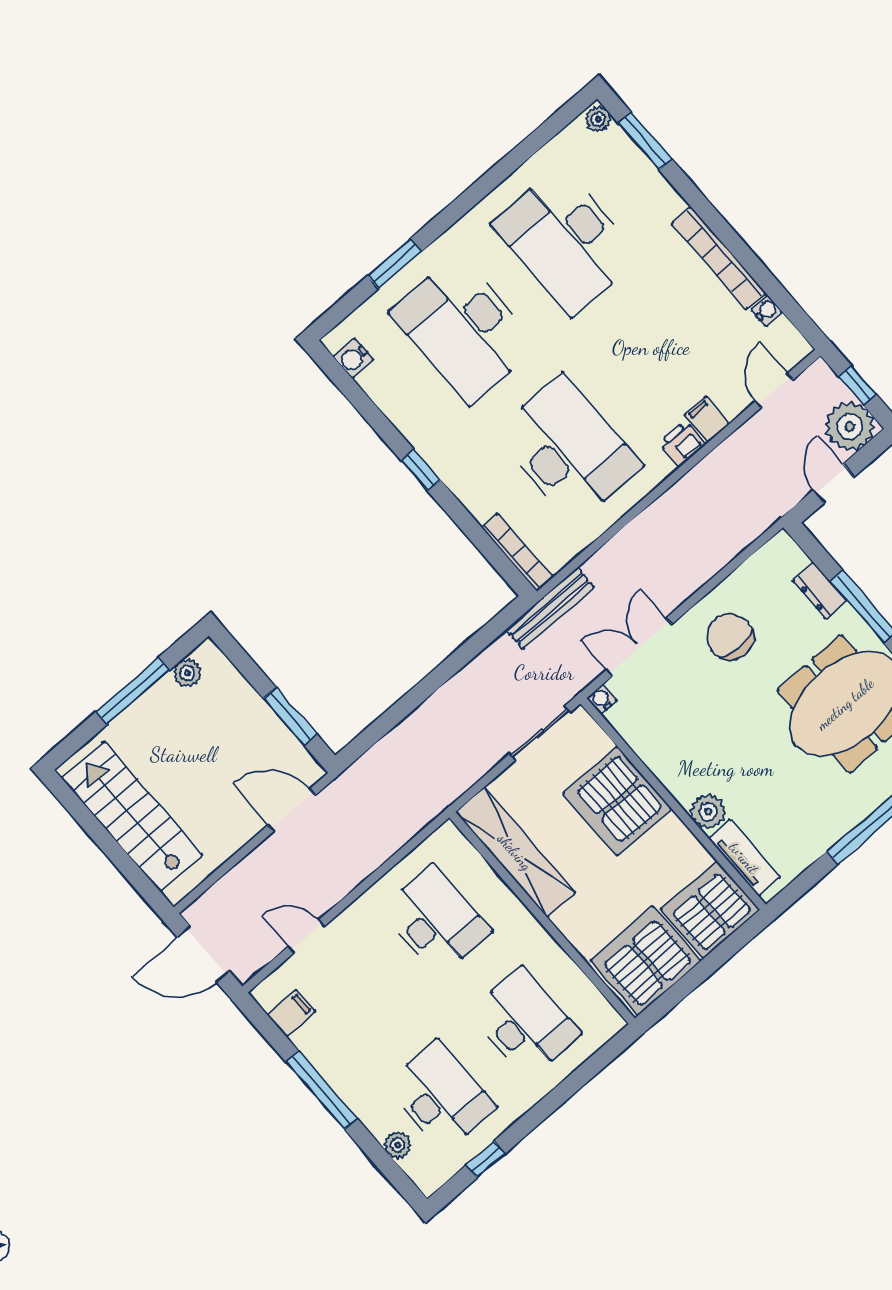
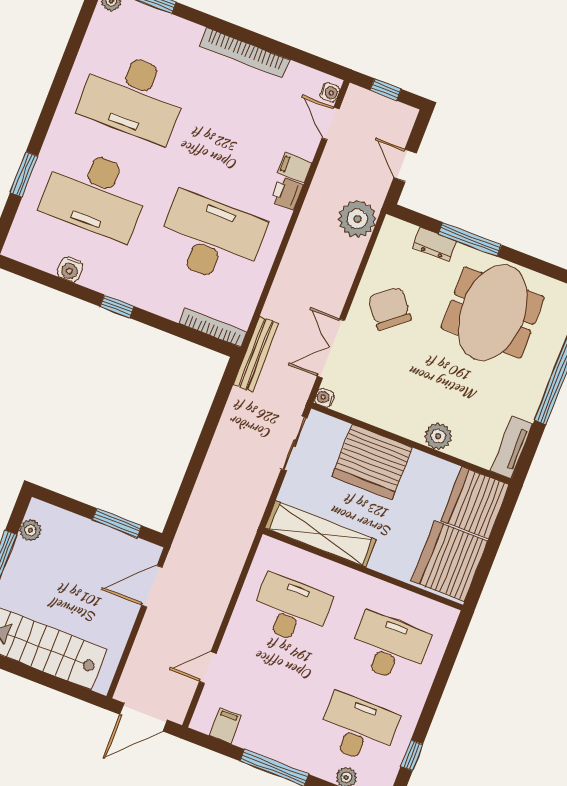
water cooler: (767, 311) -> (330, 92), moved, turned 90
water cooler: (353, 358) -> (70, 269), moved
plant: (850, 426) -> (357, 219), moved
chair: (730, 637) -> (390, 308), turned 51
tv unit: (744, 858) -> (512, 447), moved, turned -90

